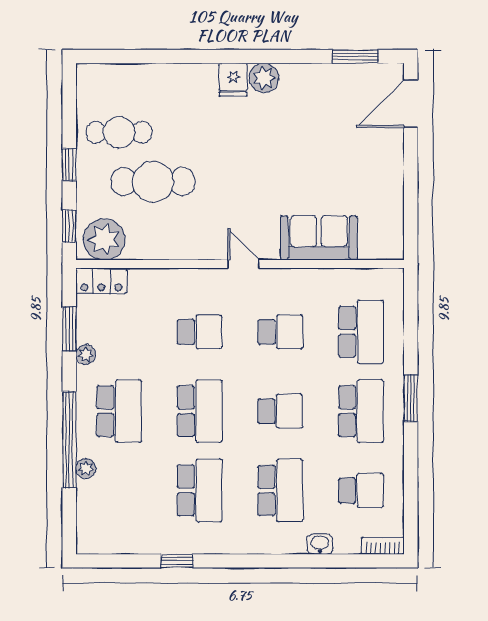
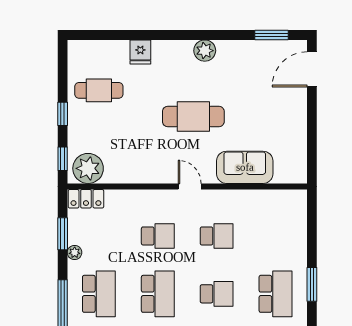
fridge: (233, 80) -> (140, 52), moved
cafe table: (153, 182) -> (193, 117), moved
school desk: (361, 332) -> (275, 236), removed

